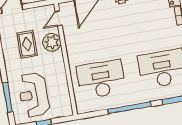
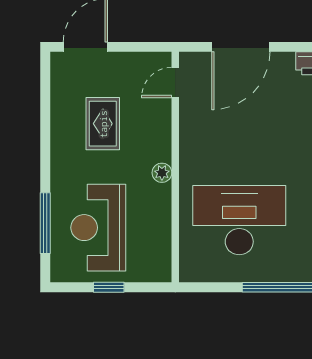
plant: (52, 42) -> (162, 173), moved, width x0.53, depth x0.53

